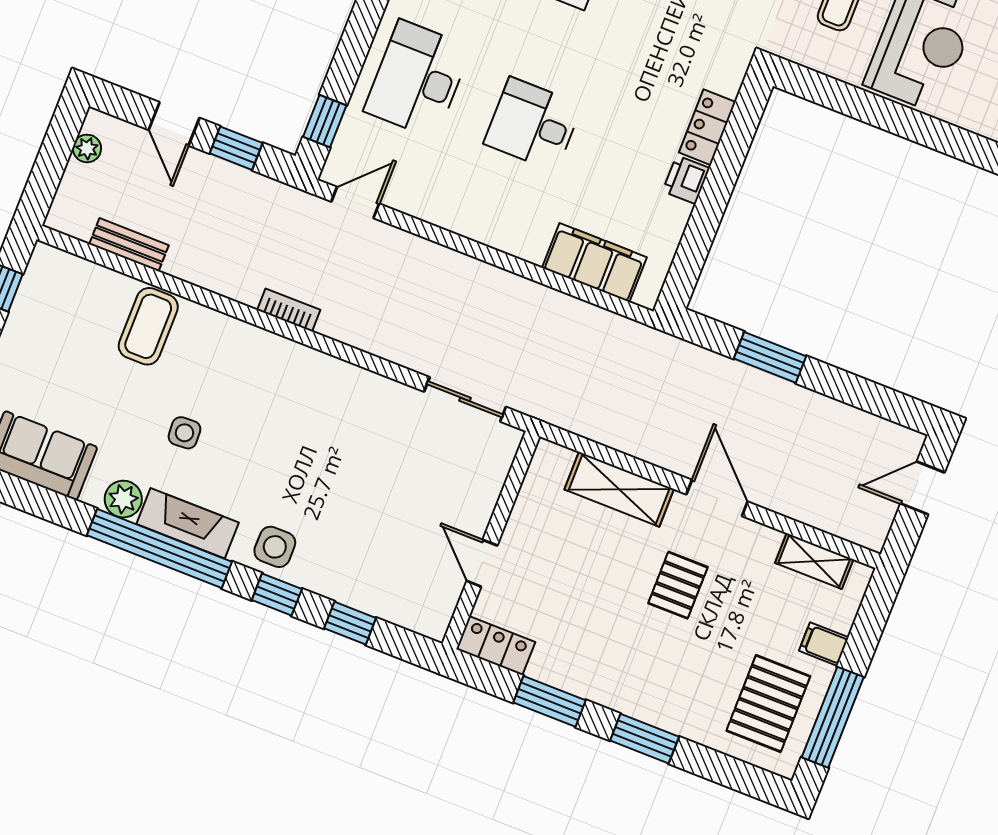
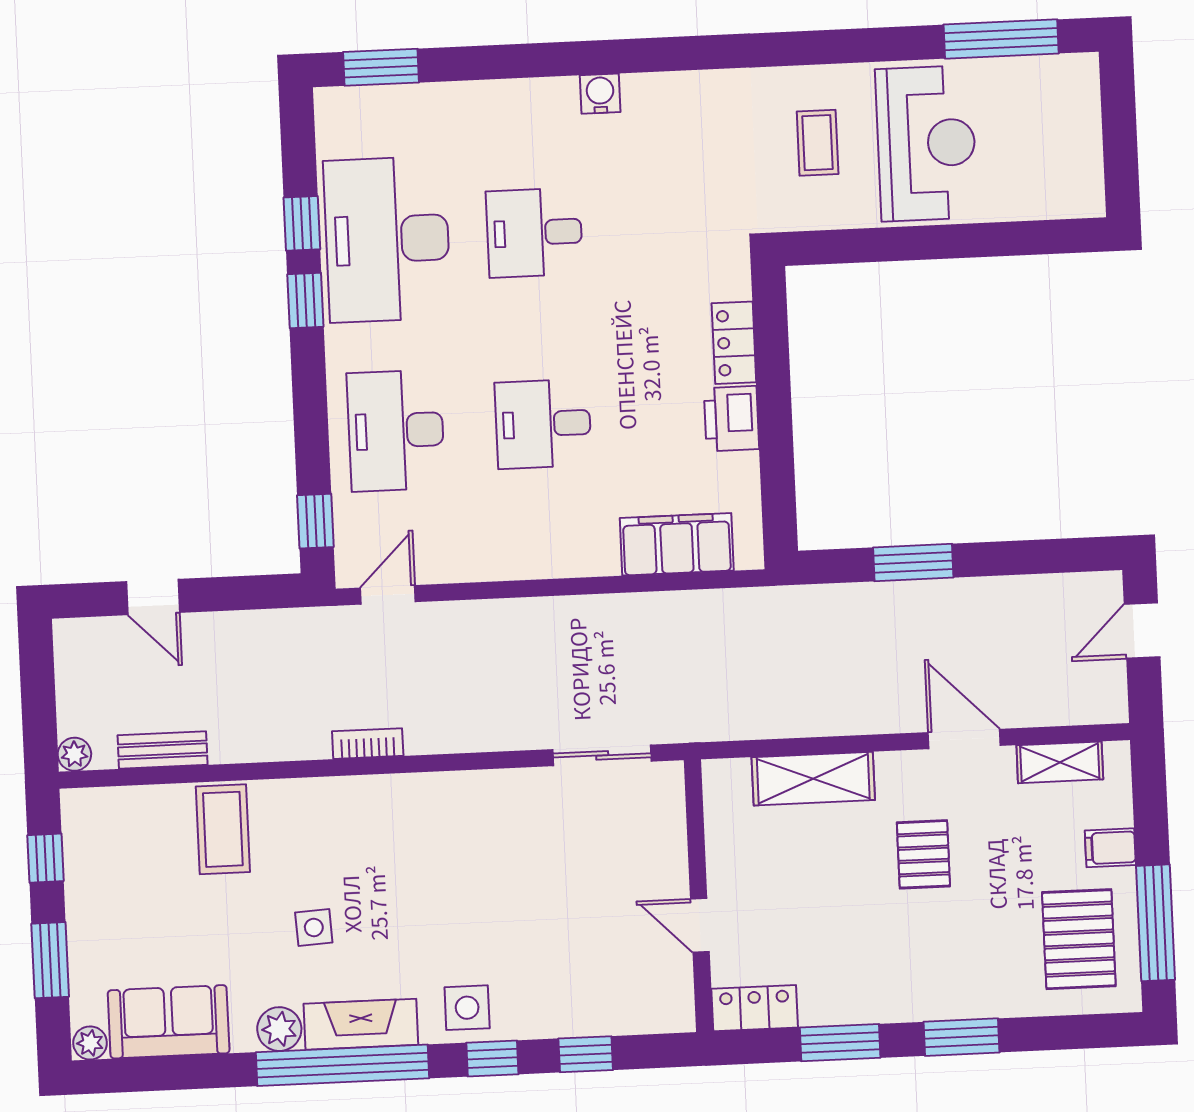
plant: (87, 148) -> (74, 754), moved
window: (236, 148) -> (232, 593), removed
printer: (686, 180) -> (732, 419), width x1.36, depth x1.24
door: (717, 498) -> (964, 739), moved

